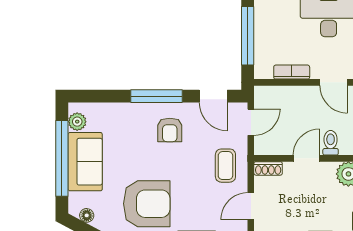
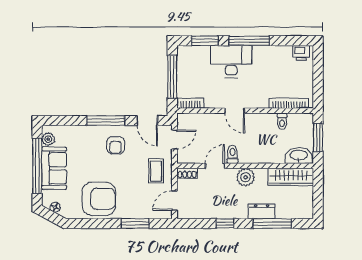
bookcase: (292, 72) -> (191, 103), moved

